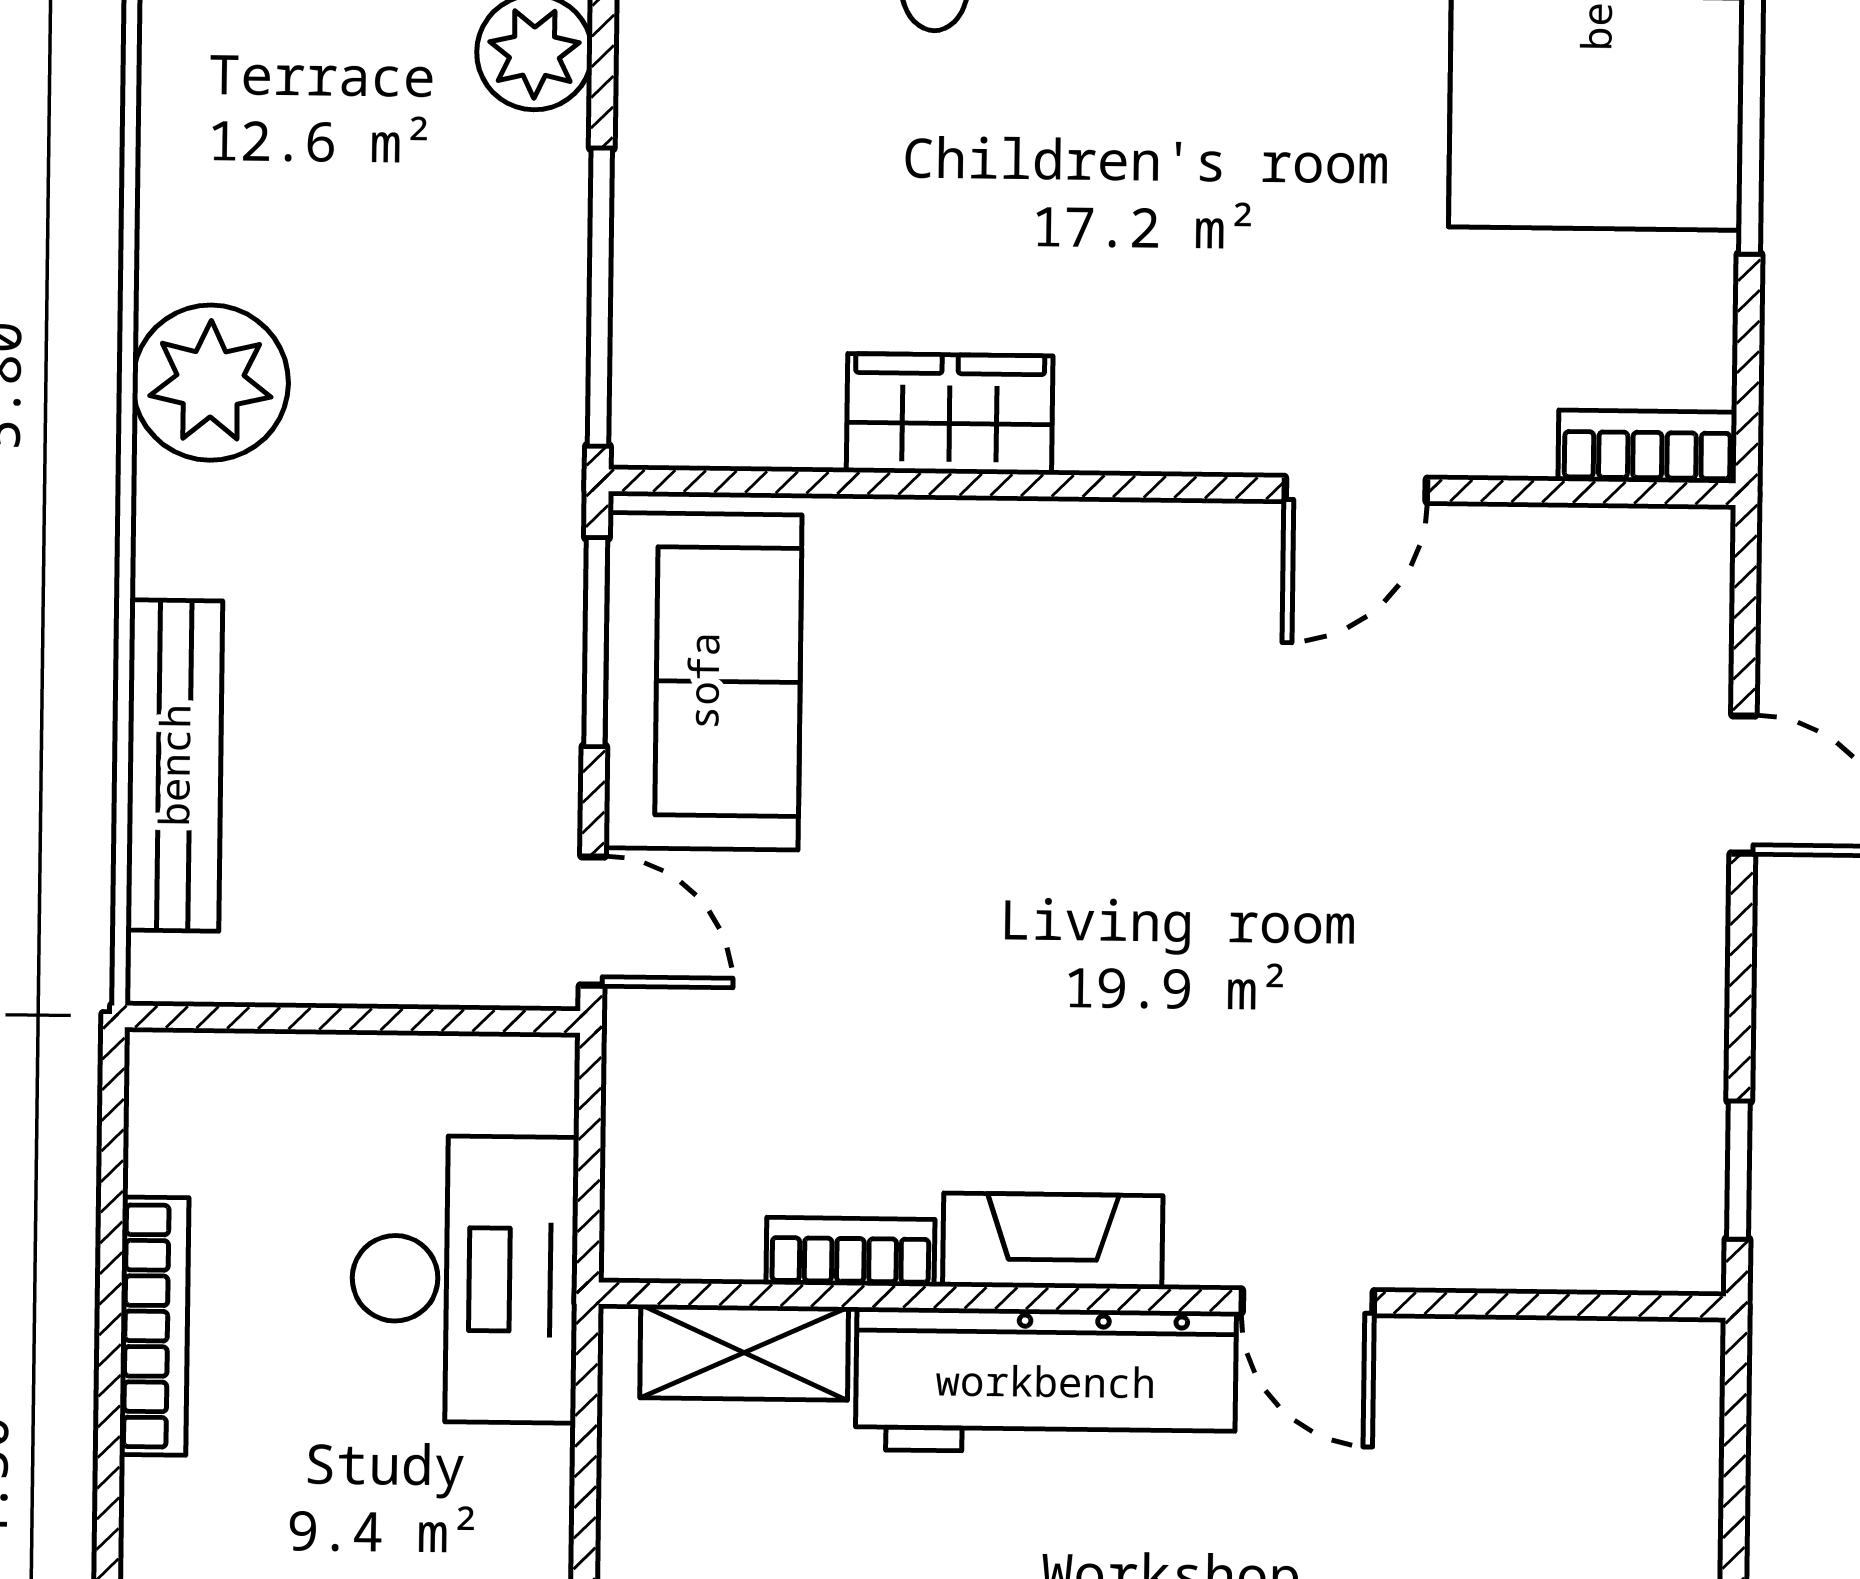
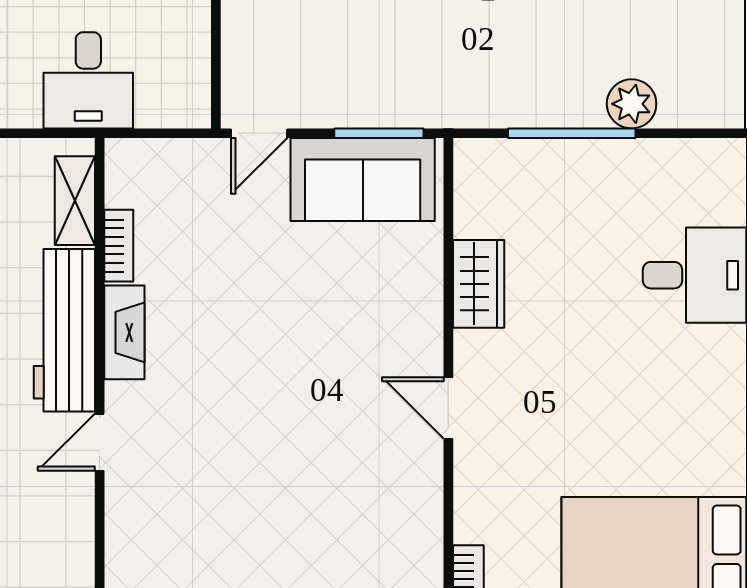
window: (600, 297) -> (572, 133), moved
door: (1356, 489) -> (448, 408), moved
desk: (465, 1279) -> (88, 80), width x0.73

